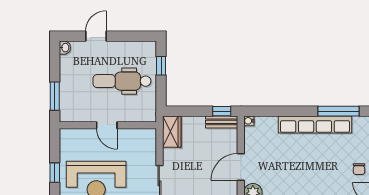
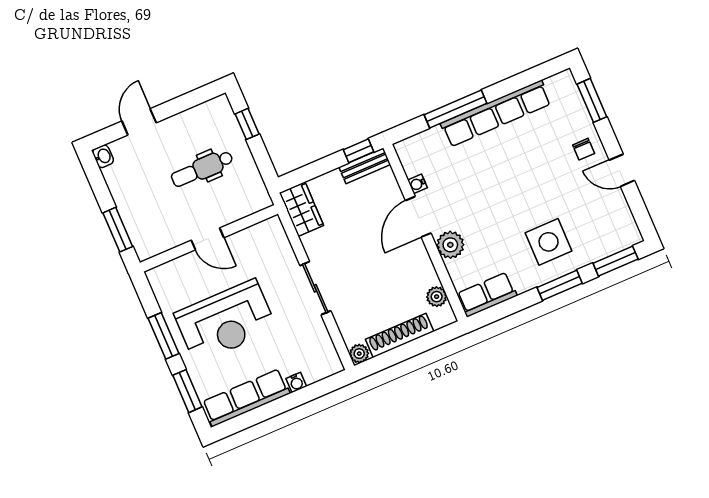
dental chair: (122, 81) -> (202, 169), width x0.73, depth x0.72
window: (339, 111) -> (455, 109), moved
water cooler: (249, 121) -> (417, 184), moved
window: (55, 173) -> (164, 336), width x1.50

